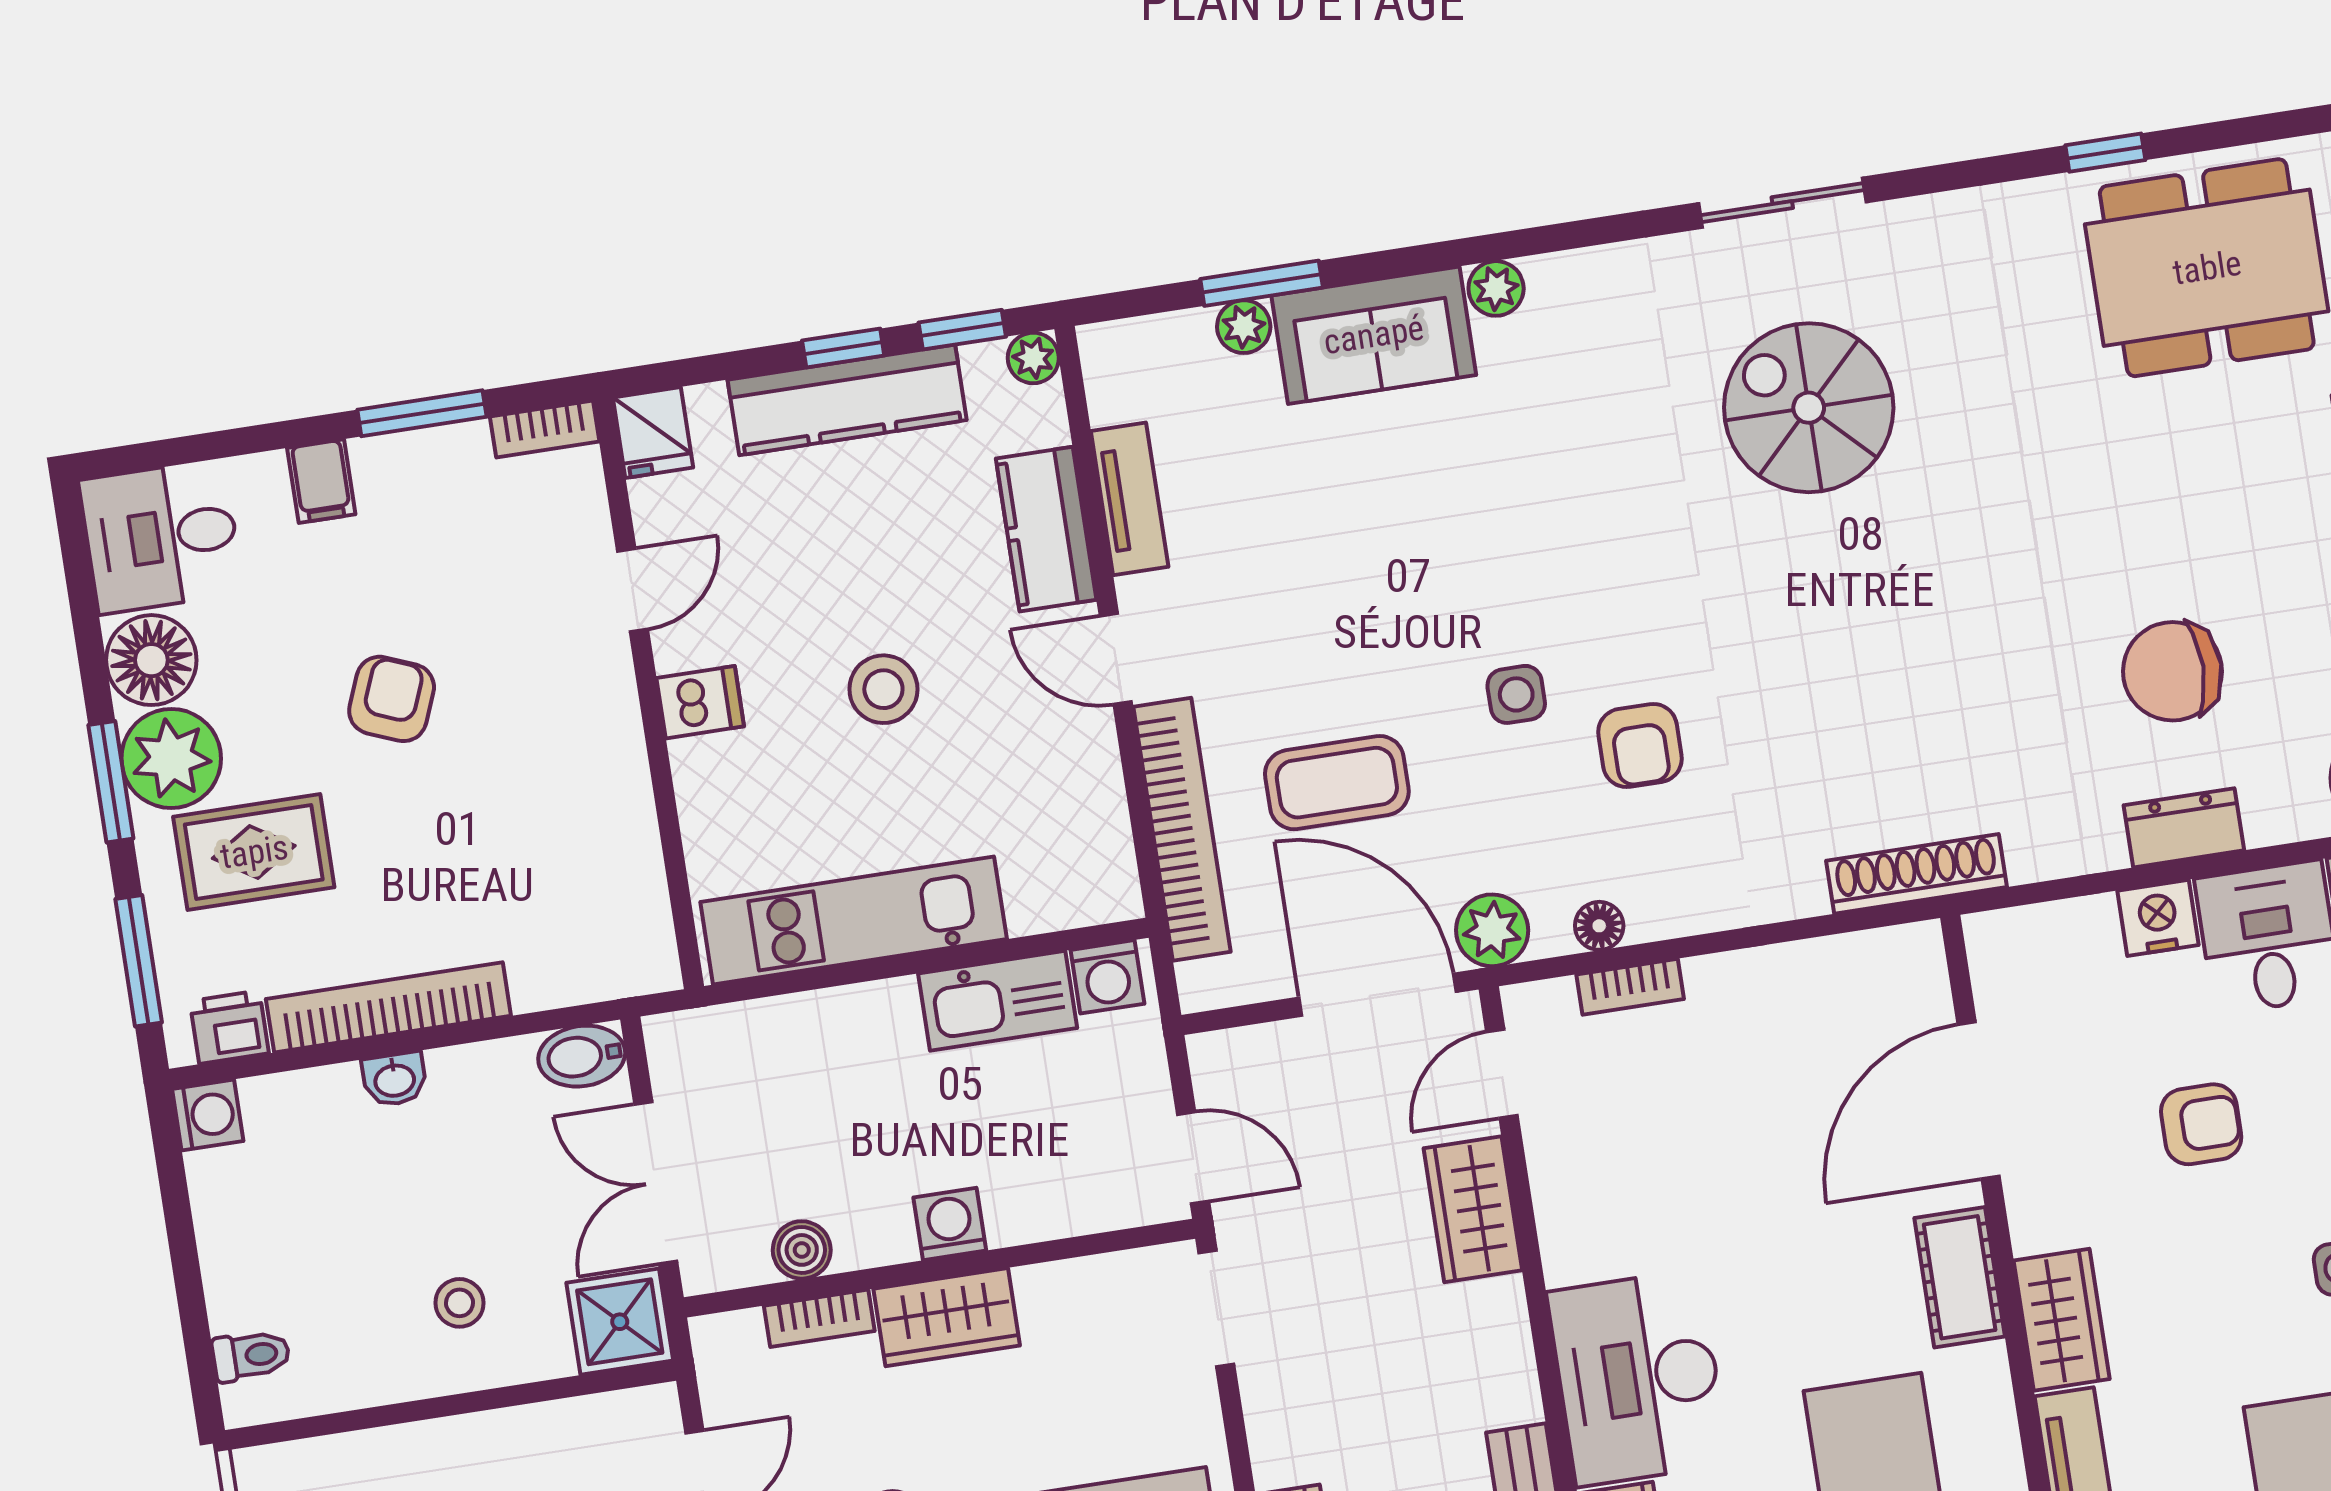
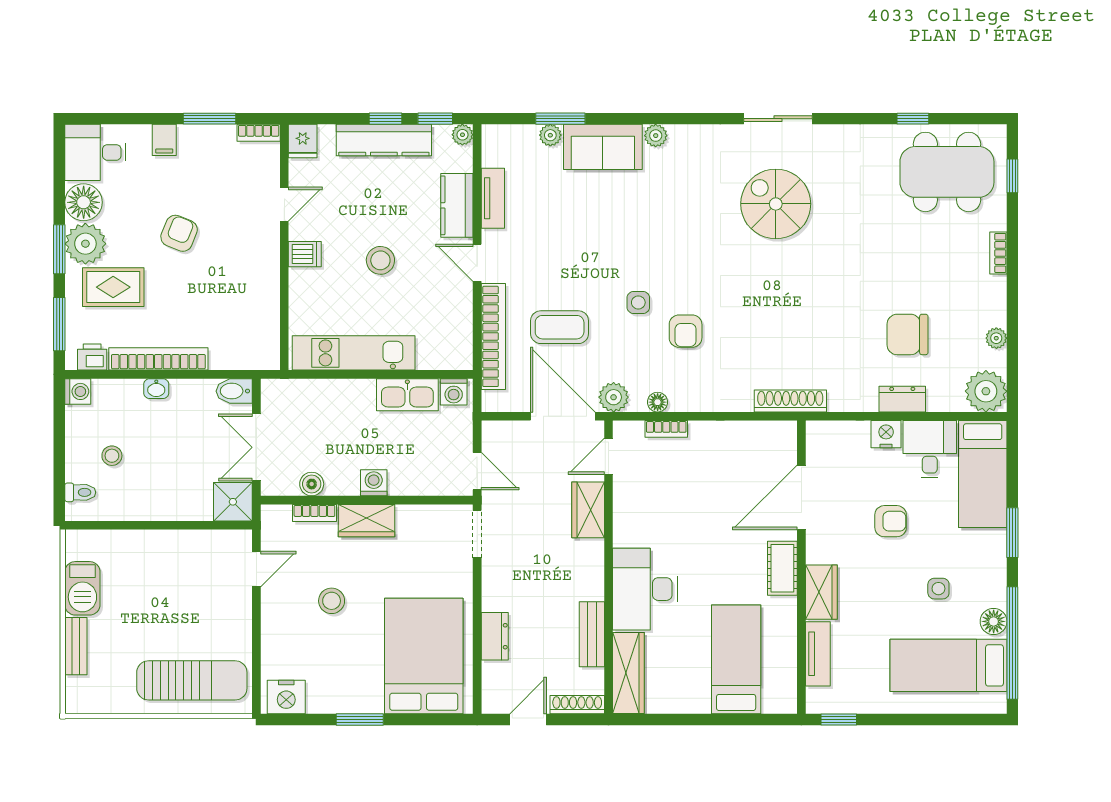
stool: (459, 1303) -> (112, 456), moved

